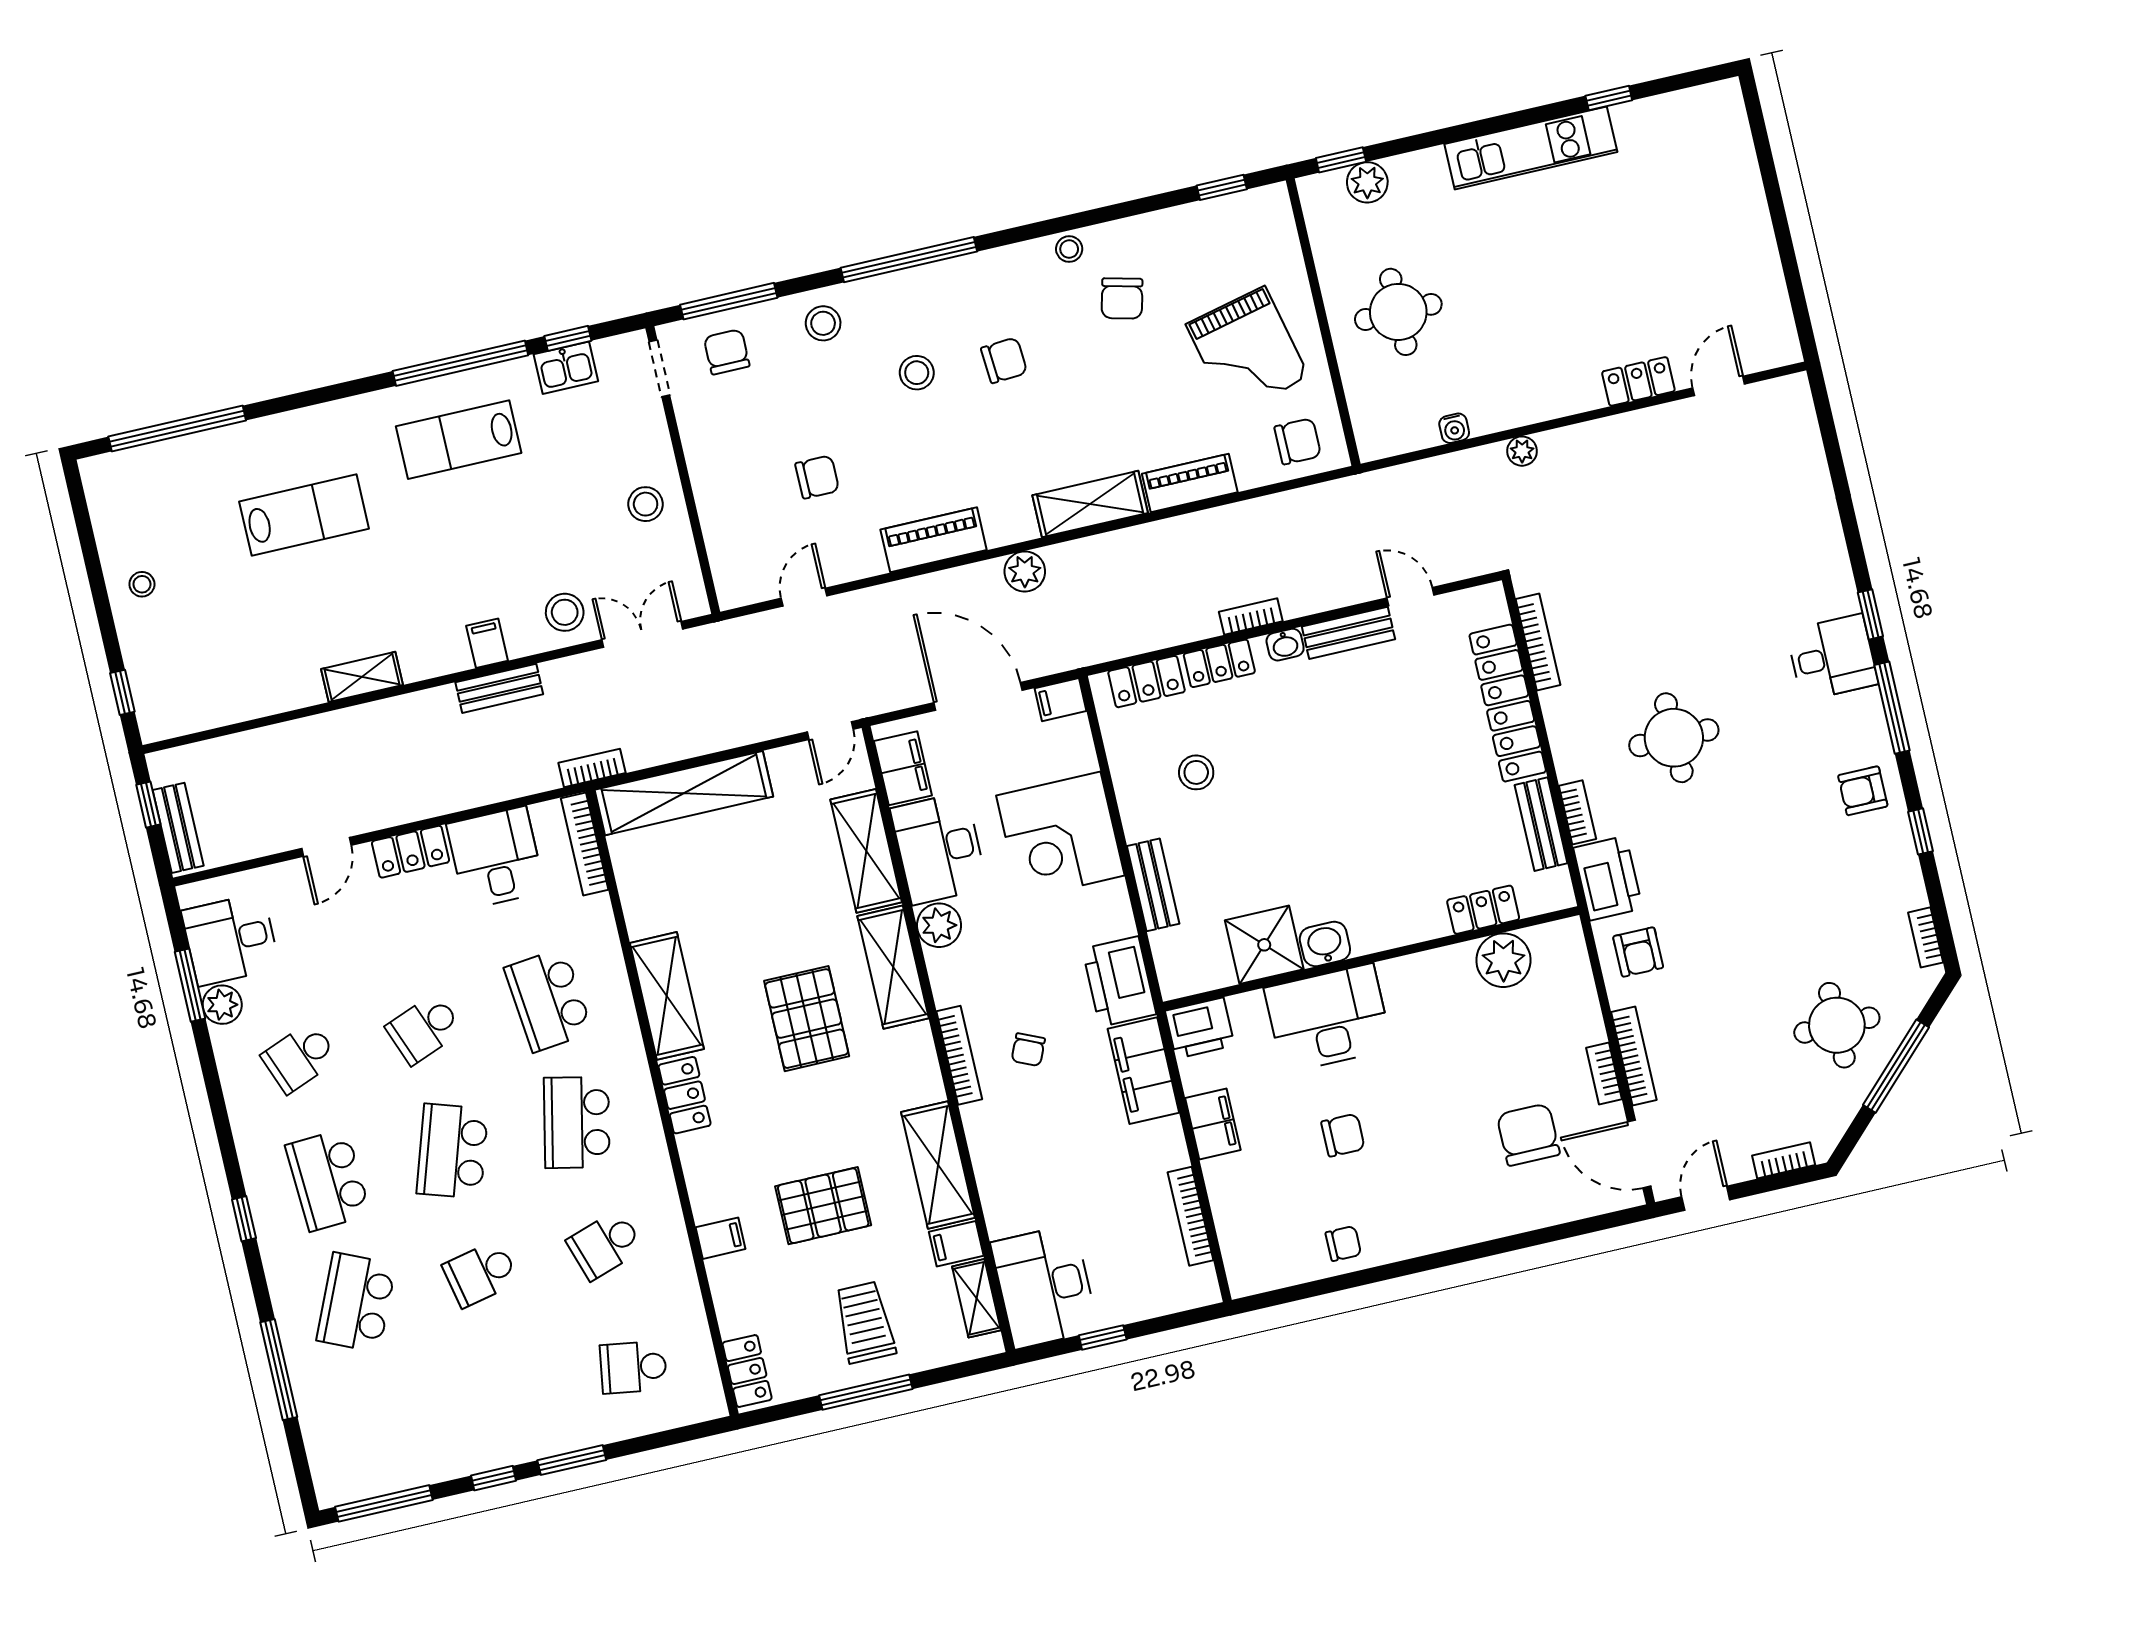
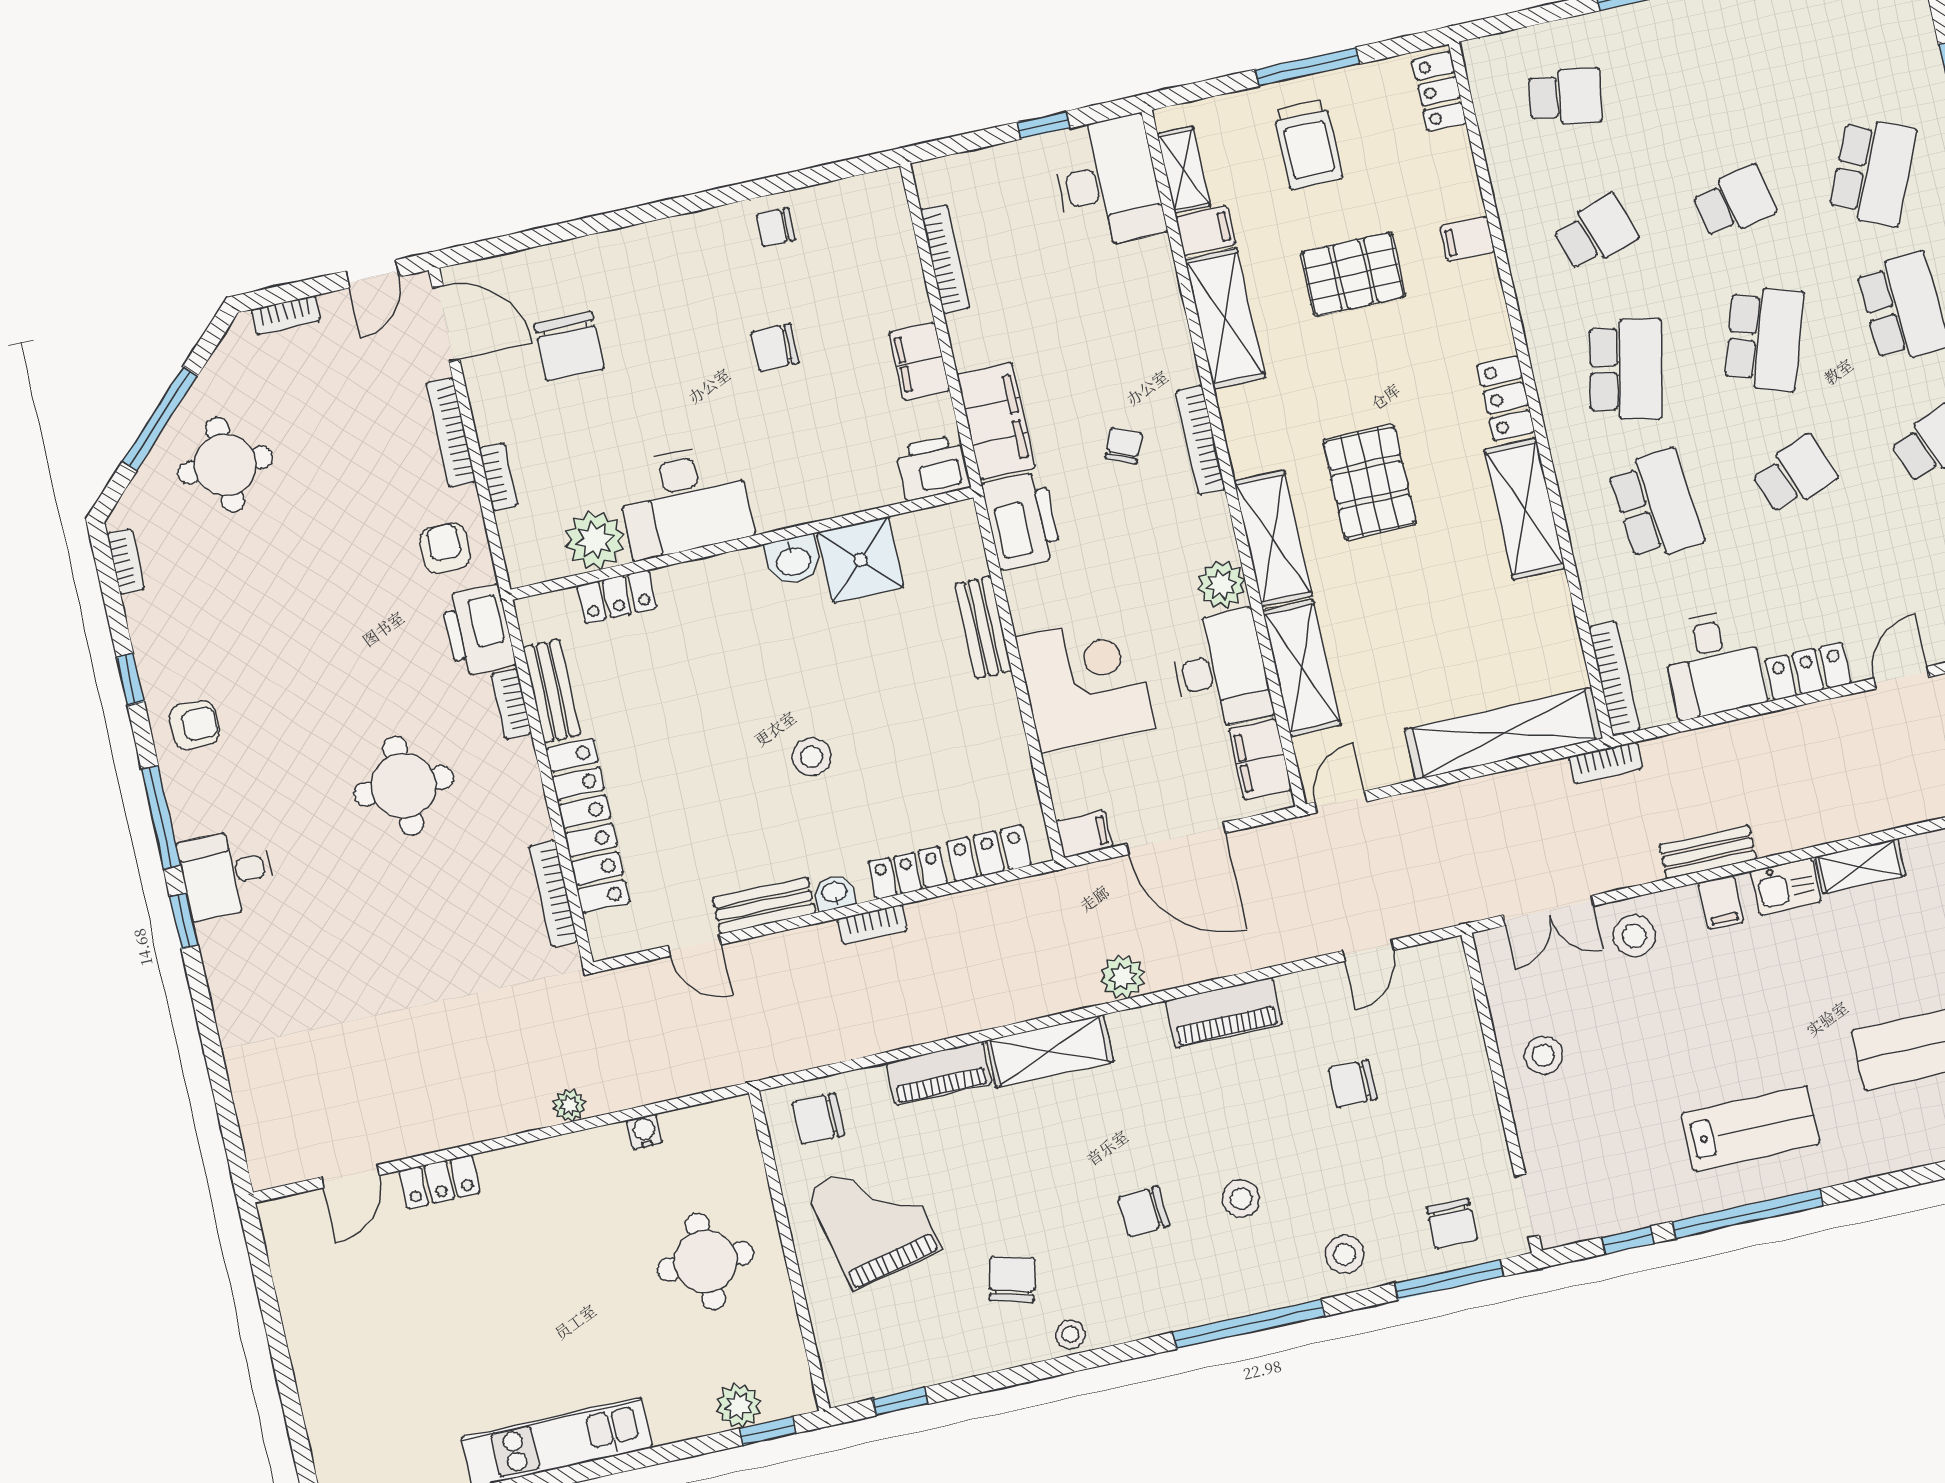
kitchen sink: (566, 368) -> (1786, 886), moved, turned 180
stool: (1196, 772) -> (812, 757), moved
desk: (1328, 1018) -> (684, 501), moved
bookcase: (1604, 1073) -> (498, 477), moved

